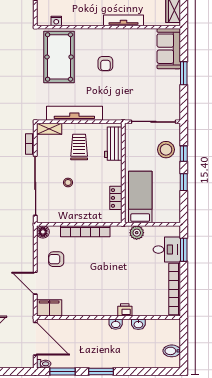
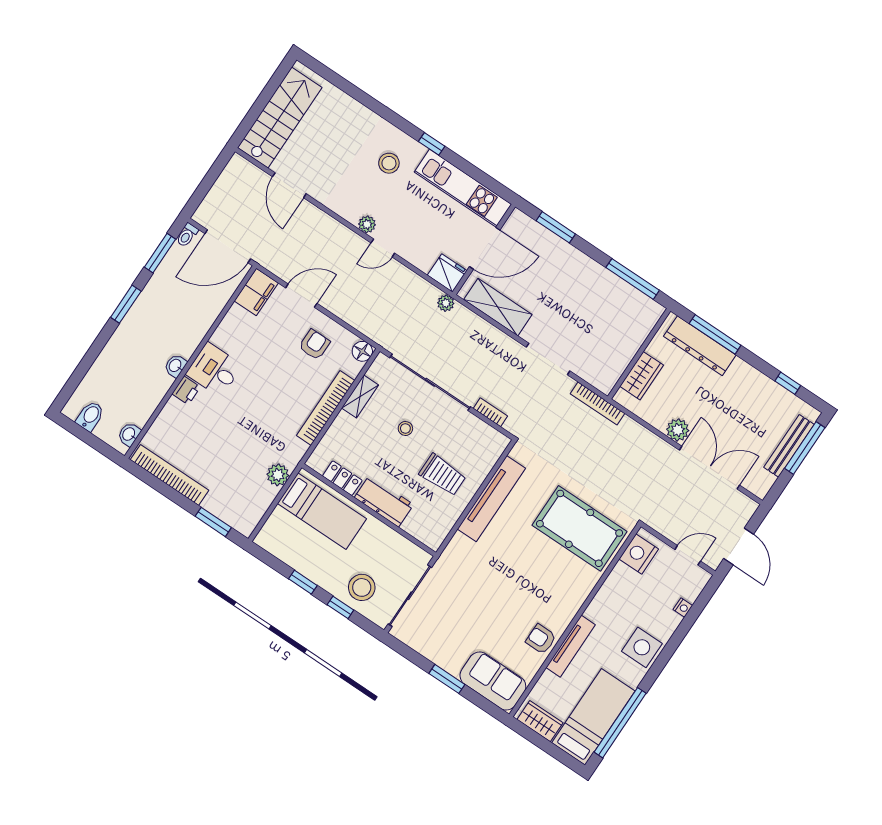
nightstand: (56, 21) -> (639, 554), width x1.89, depth x1.79
armchair: (105, 64) -> (541, 639), moved
shelving: (49, 129) -> (360, 396), moved
workbench: (113, 144) -> (384, 501), moved
desk: (167, 250) -> (214, 370), moved, turned 90
washbasin: (138, 324) -> (129, 434), moved

